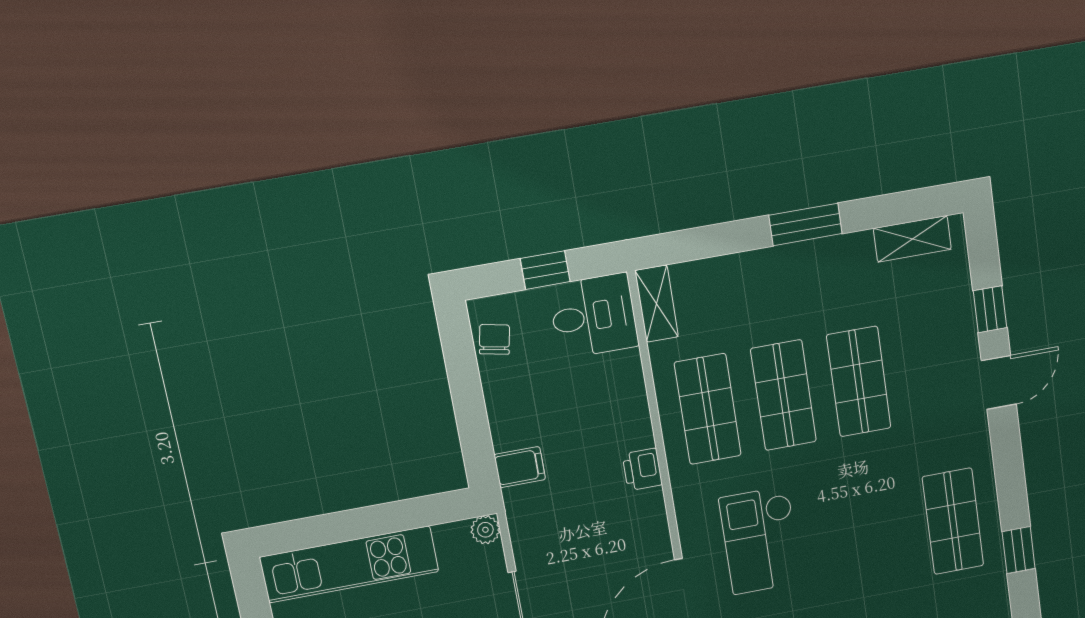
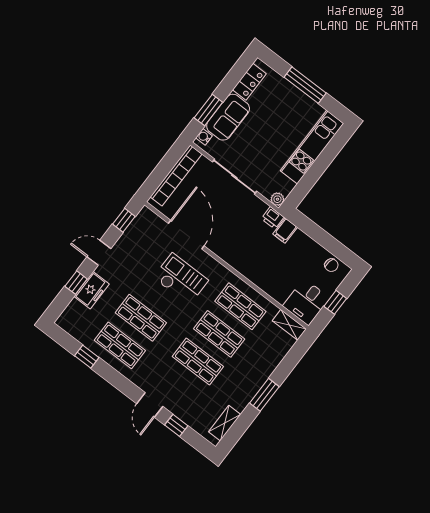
printer: (642, 469) -> (273, 218), moved, turned 180
shop shelf: (880, 535) -> (141, 318), added

